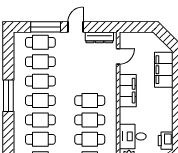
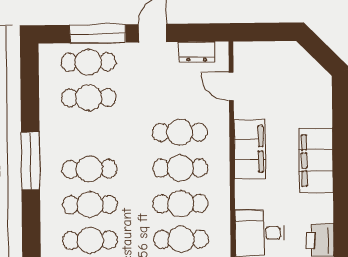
dresser: (99, 37) -> (197, 52), width x0.70
door: (118, 56) -> (231, 86), swing flipped
filing cabinet: (164, 70) -> (316, 160), moved
cafe table: (40, 81) -> (180, 132), moved

